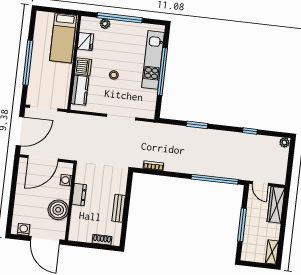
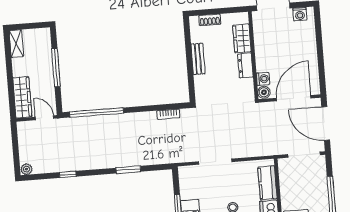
door: (20, 131) -> (326, 124), hinge flipped
boiler: (58, 210) -> (264, 92), moved, width x0.54, depth x0.54
wardrobe: (77, 218) -> (242, 38), added

